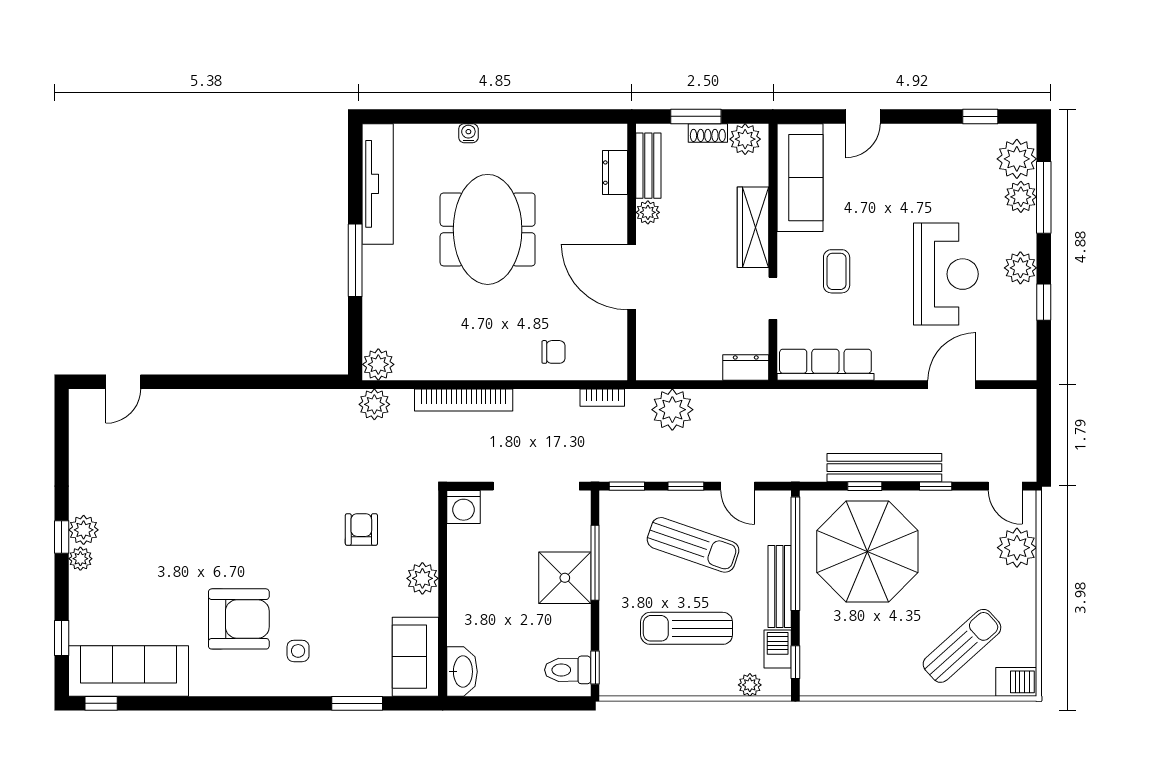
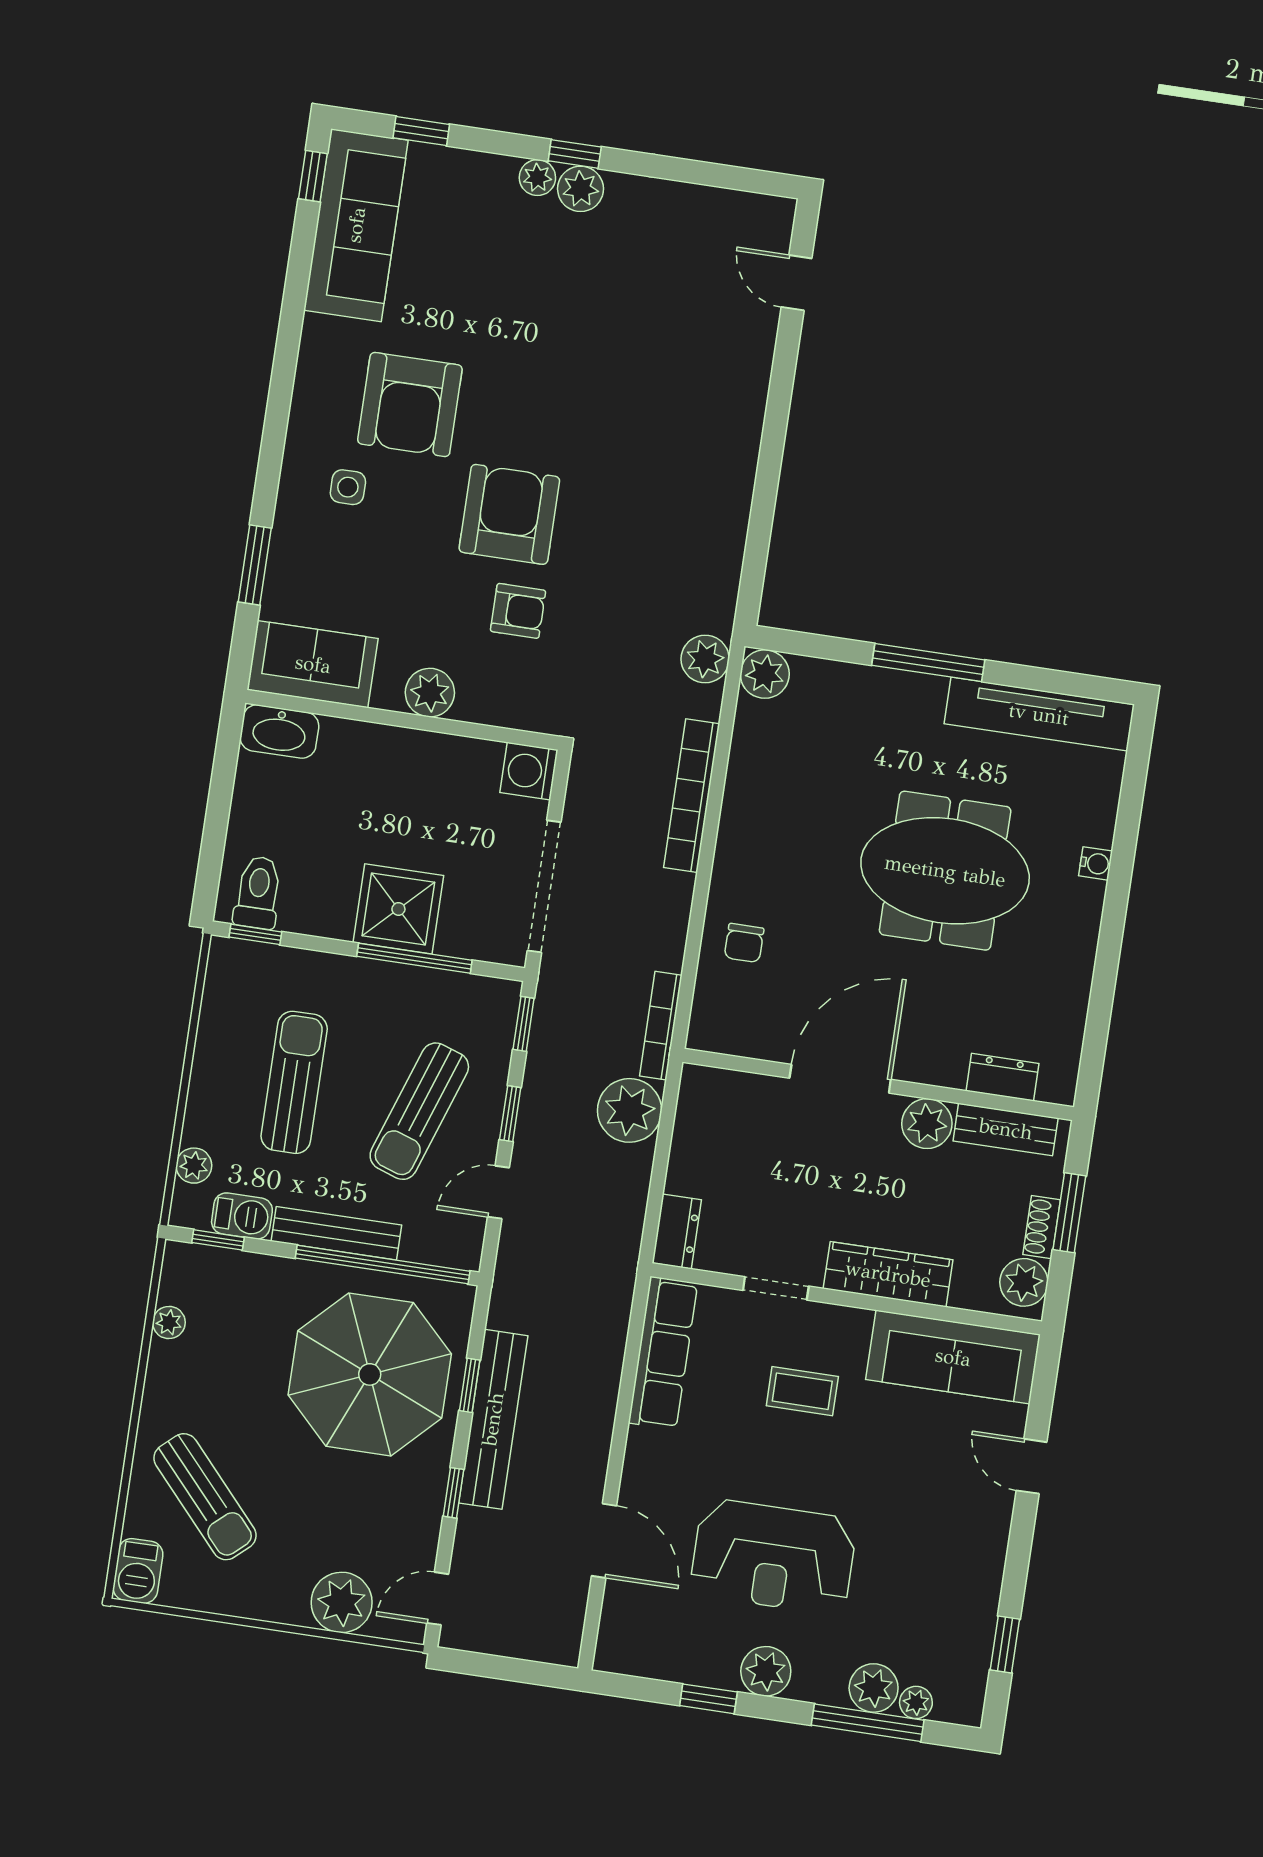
plant: (1017, 159) -> (916, 1702), width x0.53, depth x0.53
plant: (648, 212) -> (927, 1124), width x1.38, depth x1.38
bookcase: (602, 398) -> (661, 1026), width x1.56
armchair: (300, 544) -> (509, 514), added
plant: (853, 686) -> (169, 1323), added

